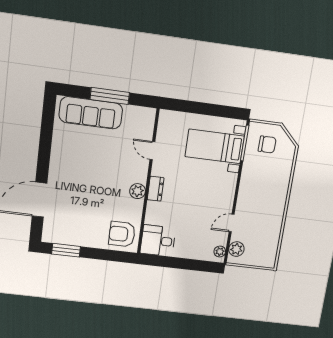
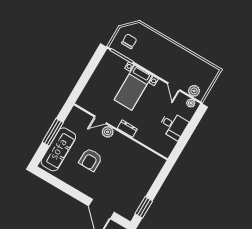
bed with nightstands: (215, 146) -> (133, 88), moved
plant: (138, 191) -> (108, 132), moved
armchair: (122, 234) -> (90, 160), moved
desk: (158, 241) -> (173, 126), moved, turned -90

